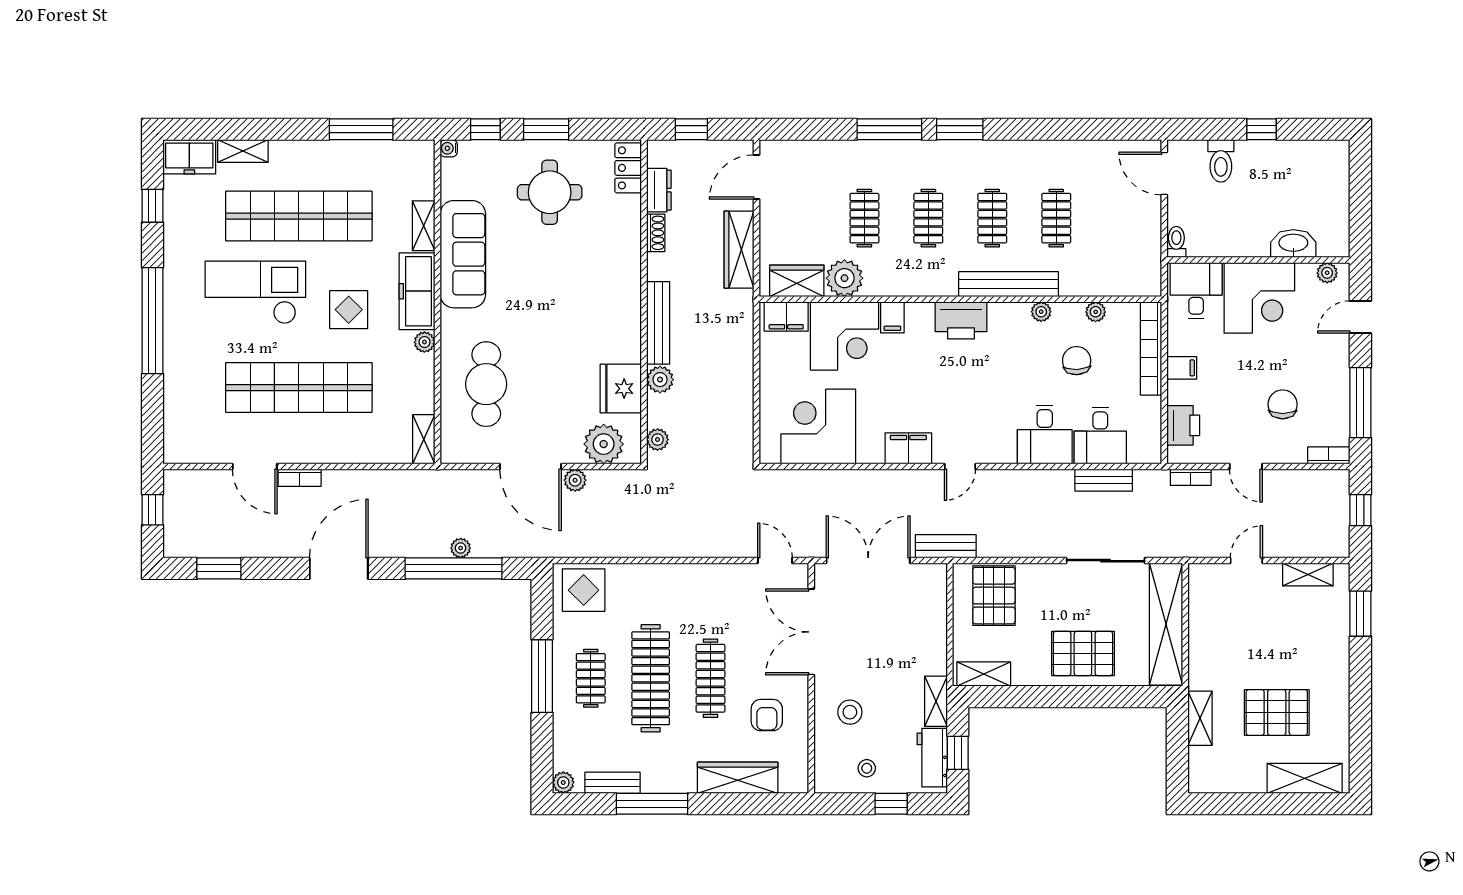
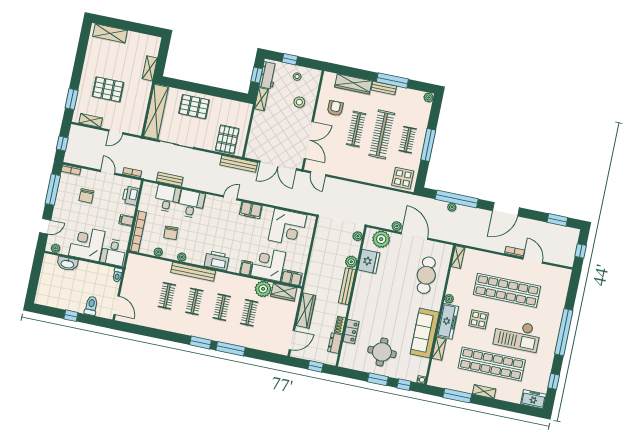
shelving: (243, 151) -> (484, 392), moved
locker: (628, 168) -> (351, 331), moved
bench: (946, 546) -> (239, 164), width x1.36
shelving: (984, 674) -> (238, 107), removed
pallet: (1277, 712) -> (108, 89), moved
bench: (613, 783) -> (384, 88), moved

